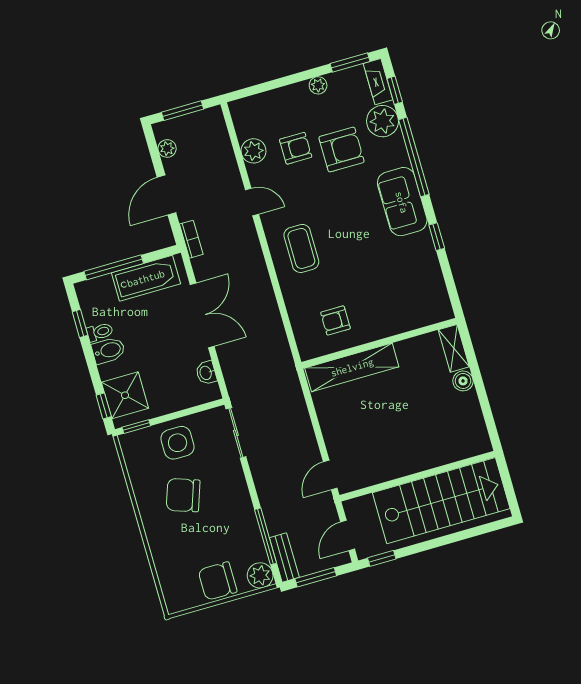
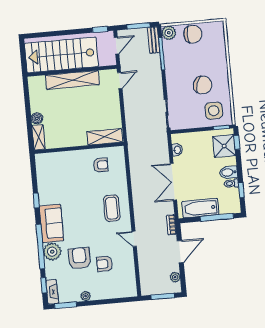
plant: (383, 121) -> (52, 252), moved
armchair: (342, 149) -> (79, 258), turned 90
plant: (254, 151) -> (128, 267), removed
shelving: (352, 367) -> (105, 137), width x0.68
side table: (178, 443) -> (214, 111), moved
shelving: (413, 460) -> (72, 80), added

